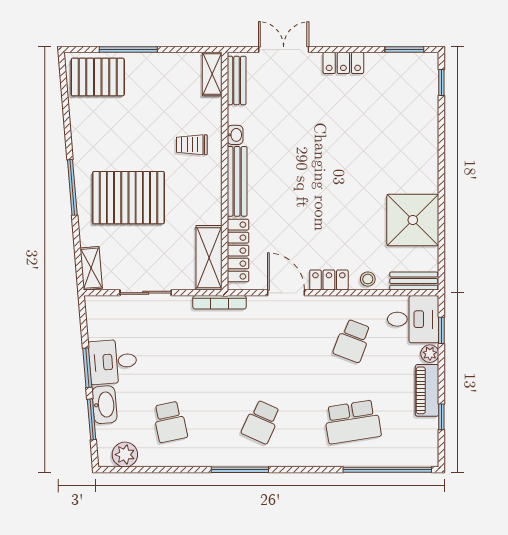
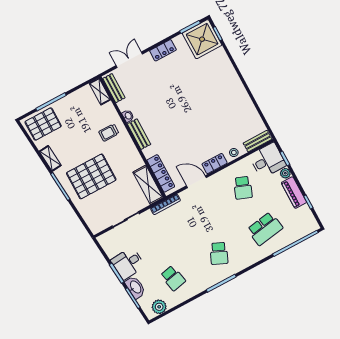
bench: (237, 181) -> (139, 134), width x0.73
shower: (413, 220) -> (202, 39), moved
shelving: (91, 268) -> (50, 158), moved

